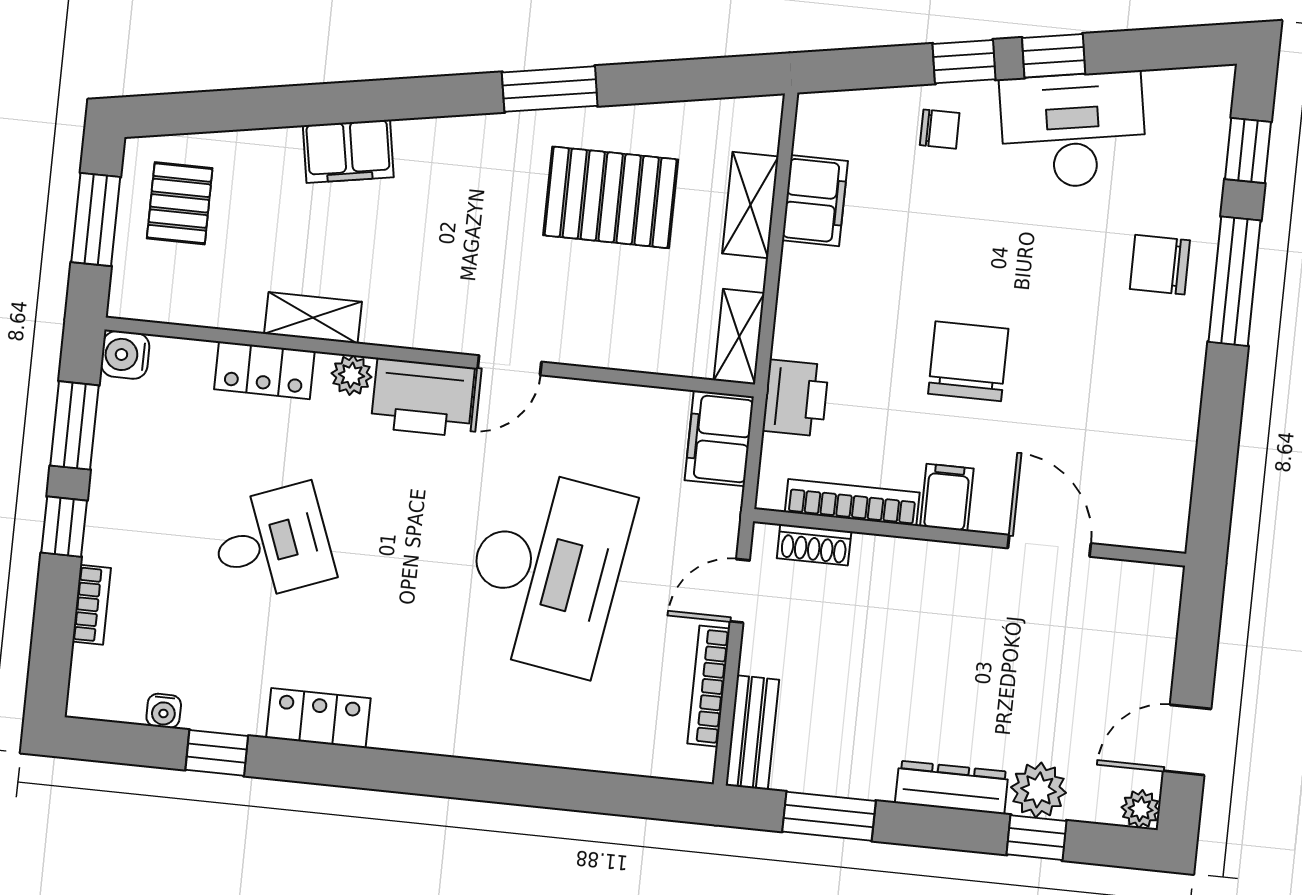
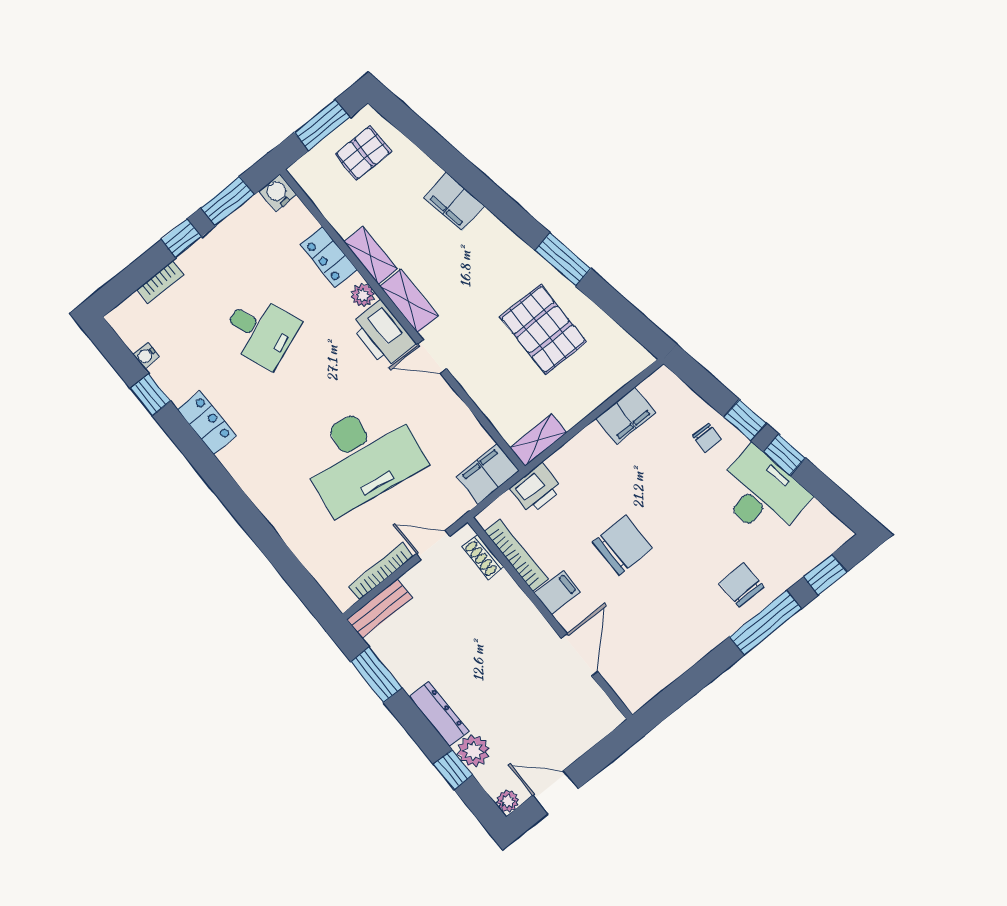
shelving: (750, 205) -> (409, 301), moved, turned 90

